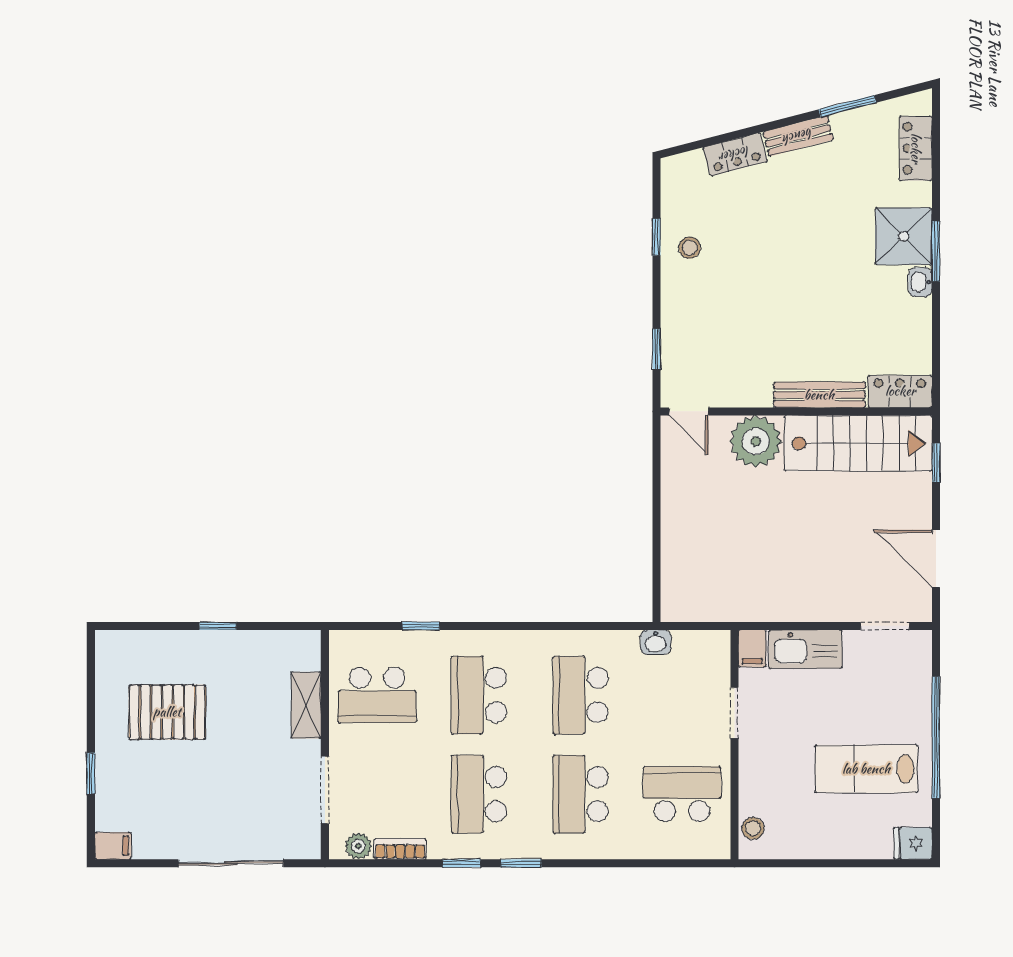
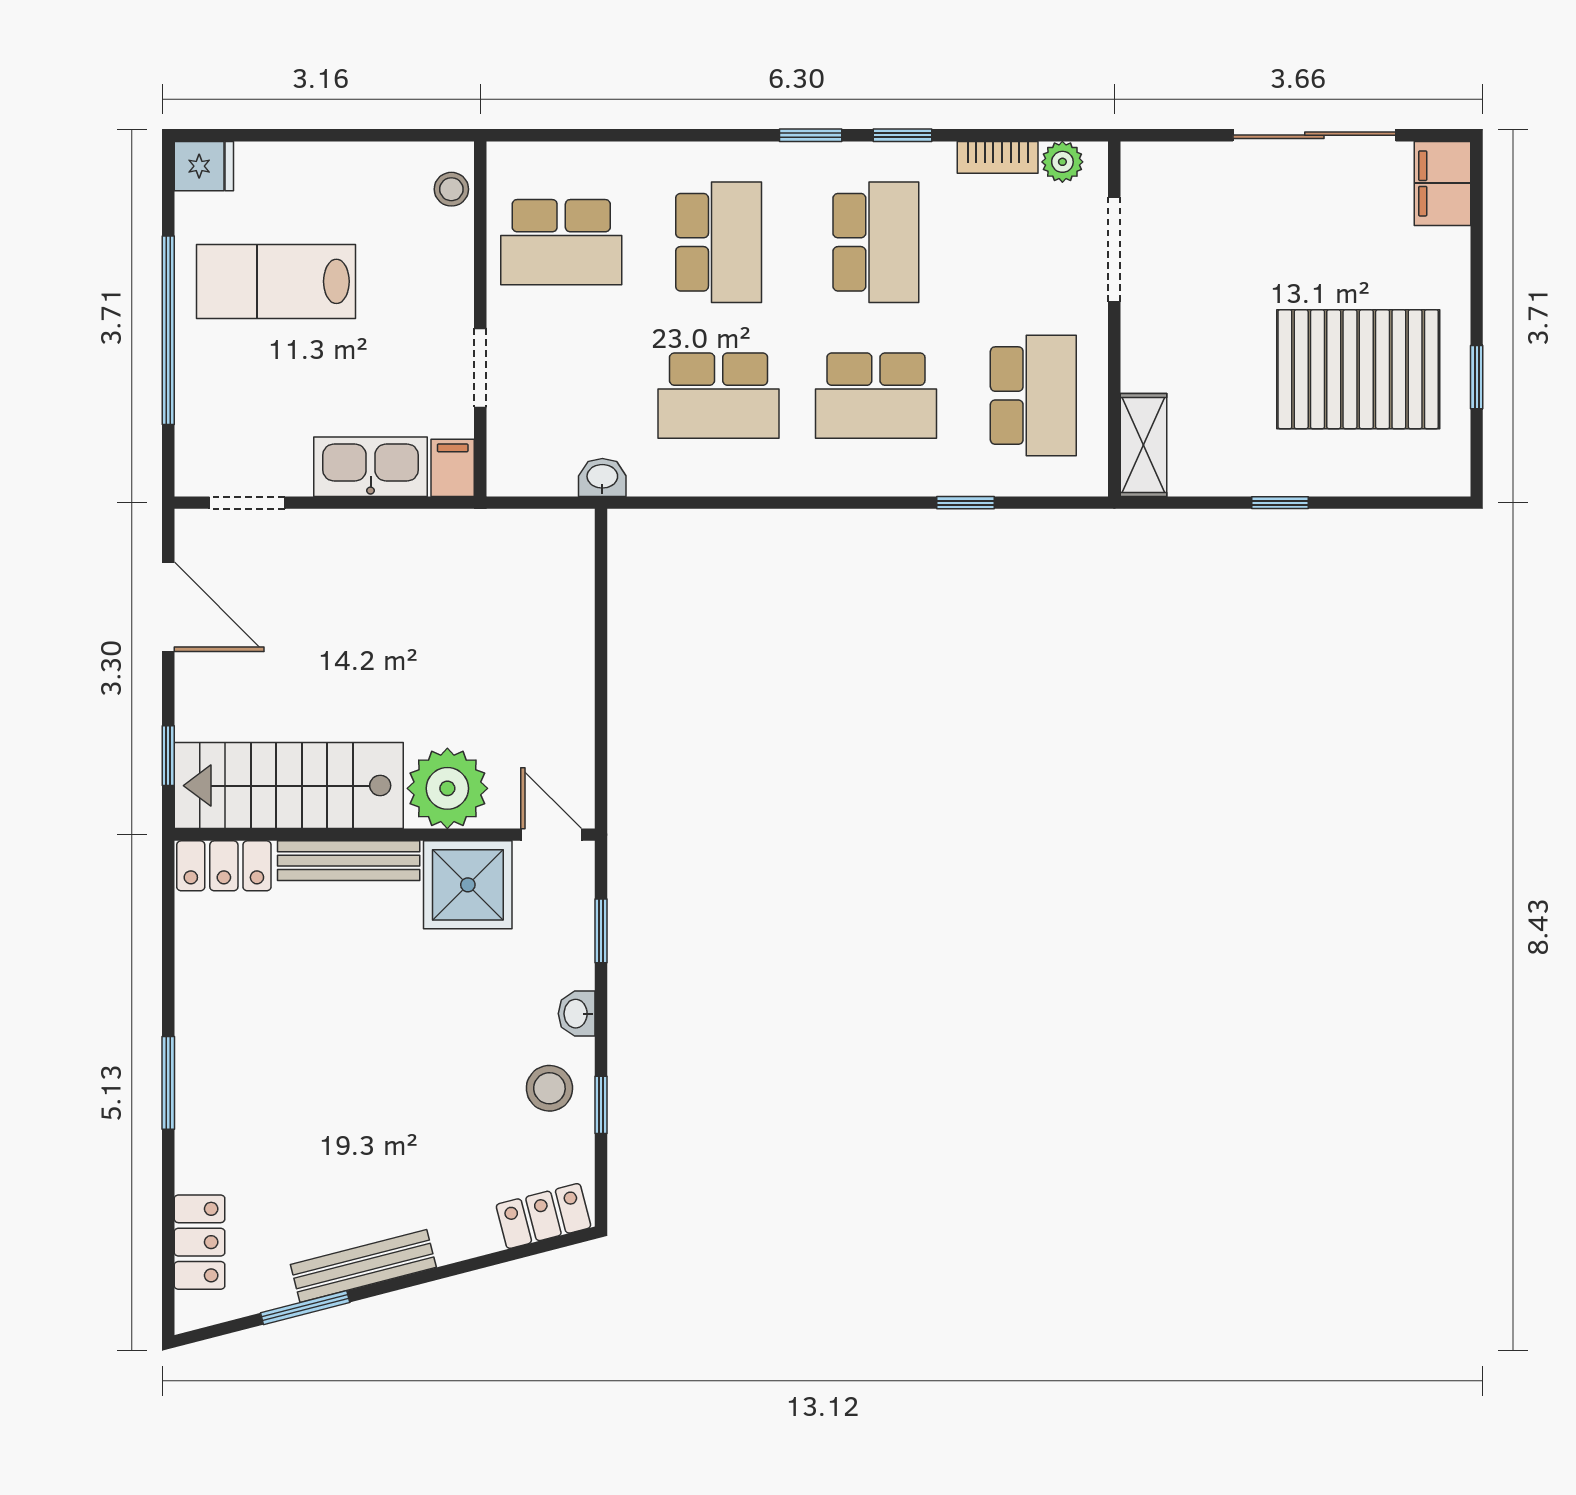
bench: (798, 136) -> (363, 1266), width x1.36
locker: (735, 154) -> (543, 1216), moved
shower: (904, 236) -> (468, 885), moved
stool: (690, 248) -> (549, 1088), width x1.37, depth x1.37
washbasin: (920, 282) -> (577, 1014), moved, turned 180
school desk: (377, 695) -> (1033, 396), turned 90
school desk: (479, 695) -> (876, 396), turned 90
school desk: (580, 695) -> (719, 396), turned 90
shelving: (306, 705) -> (1143, 445), moved
pallet: (167, 712) -> (1358, 369), width x1.37, depth x1.41
lab bench: (866, 769) -> (276, 281), turned 180
window: (91, 773) -> (1477, 377), moved
filing cabinet: (113, 846) -> (1442, 183), width x2.00
sliding door: (231, 863) -> (1314, 135), moved

